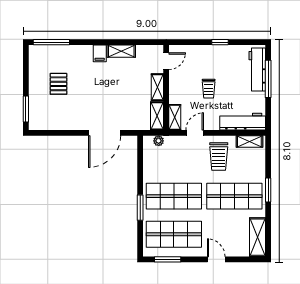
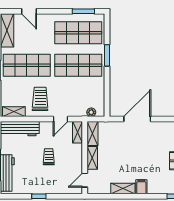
door: (216, 259) -> (29, 11), moved

